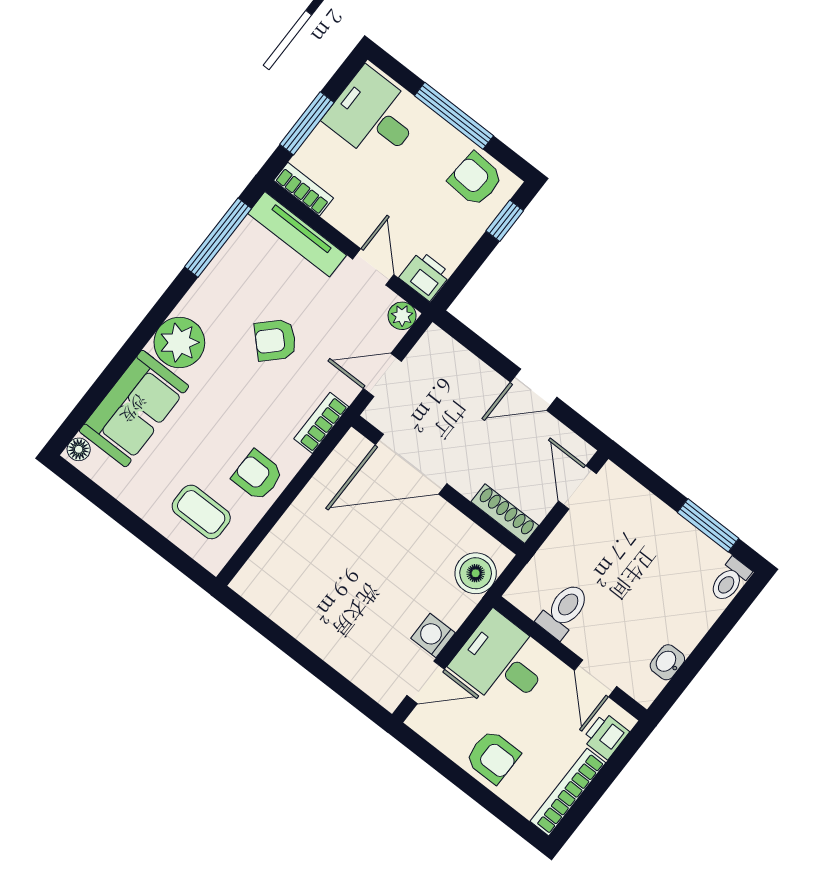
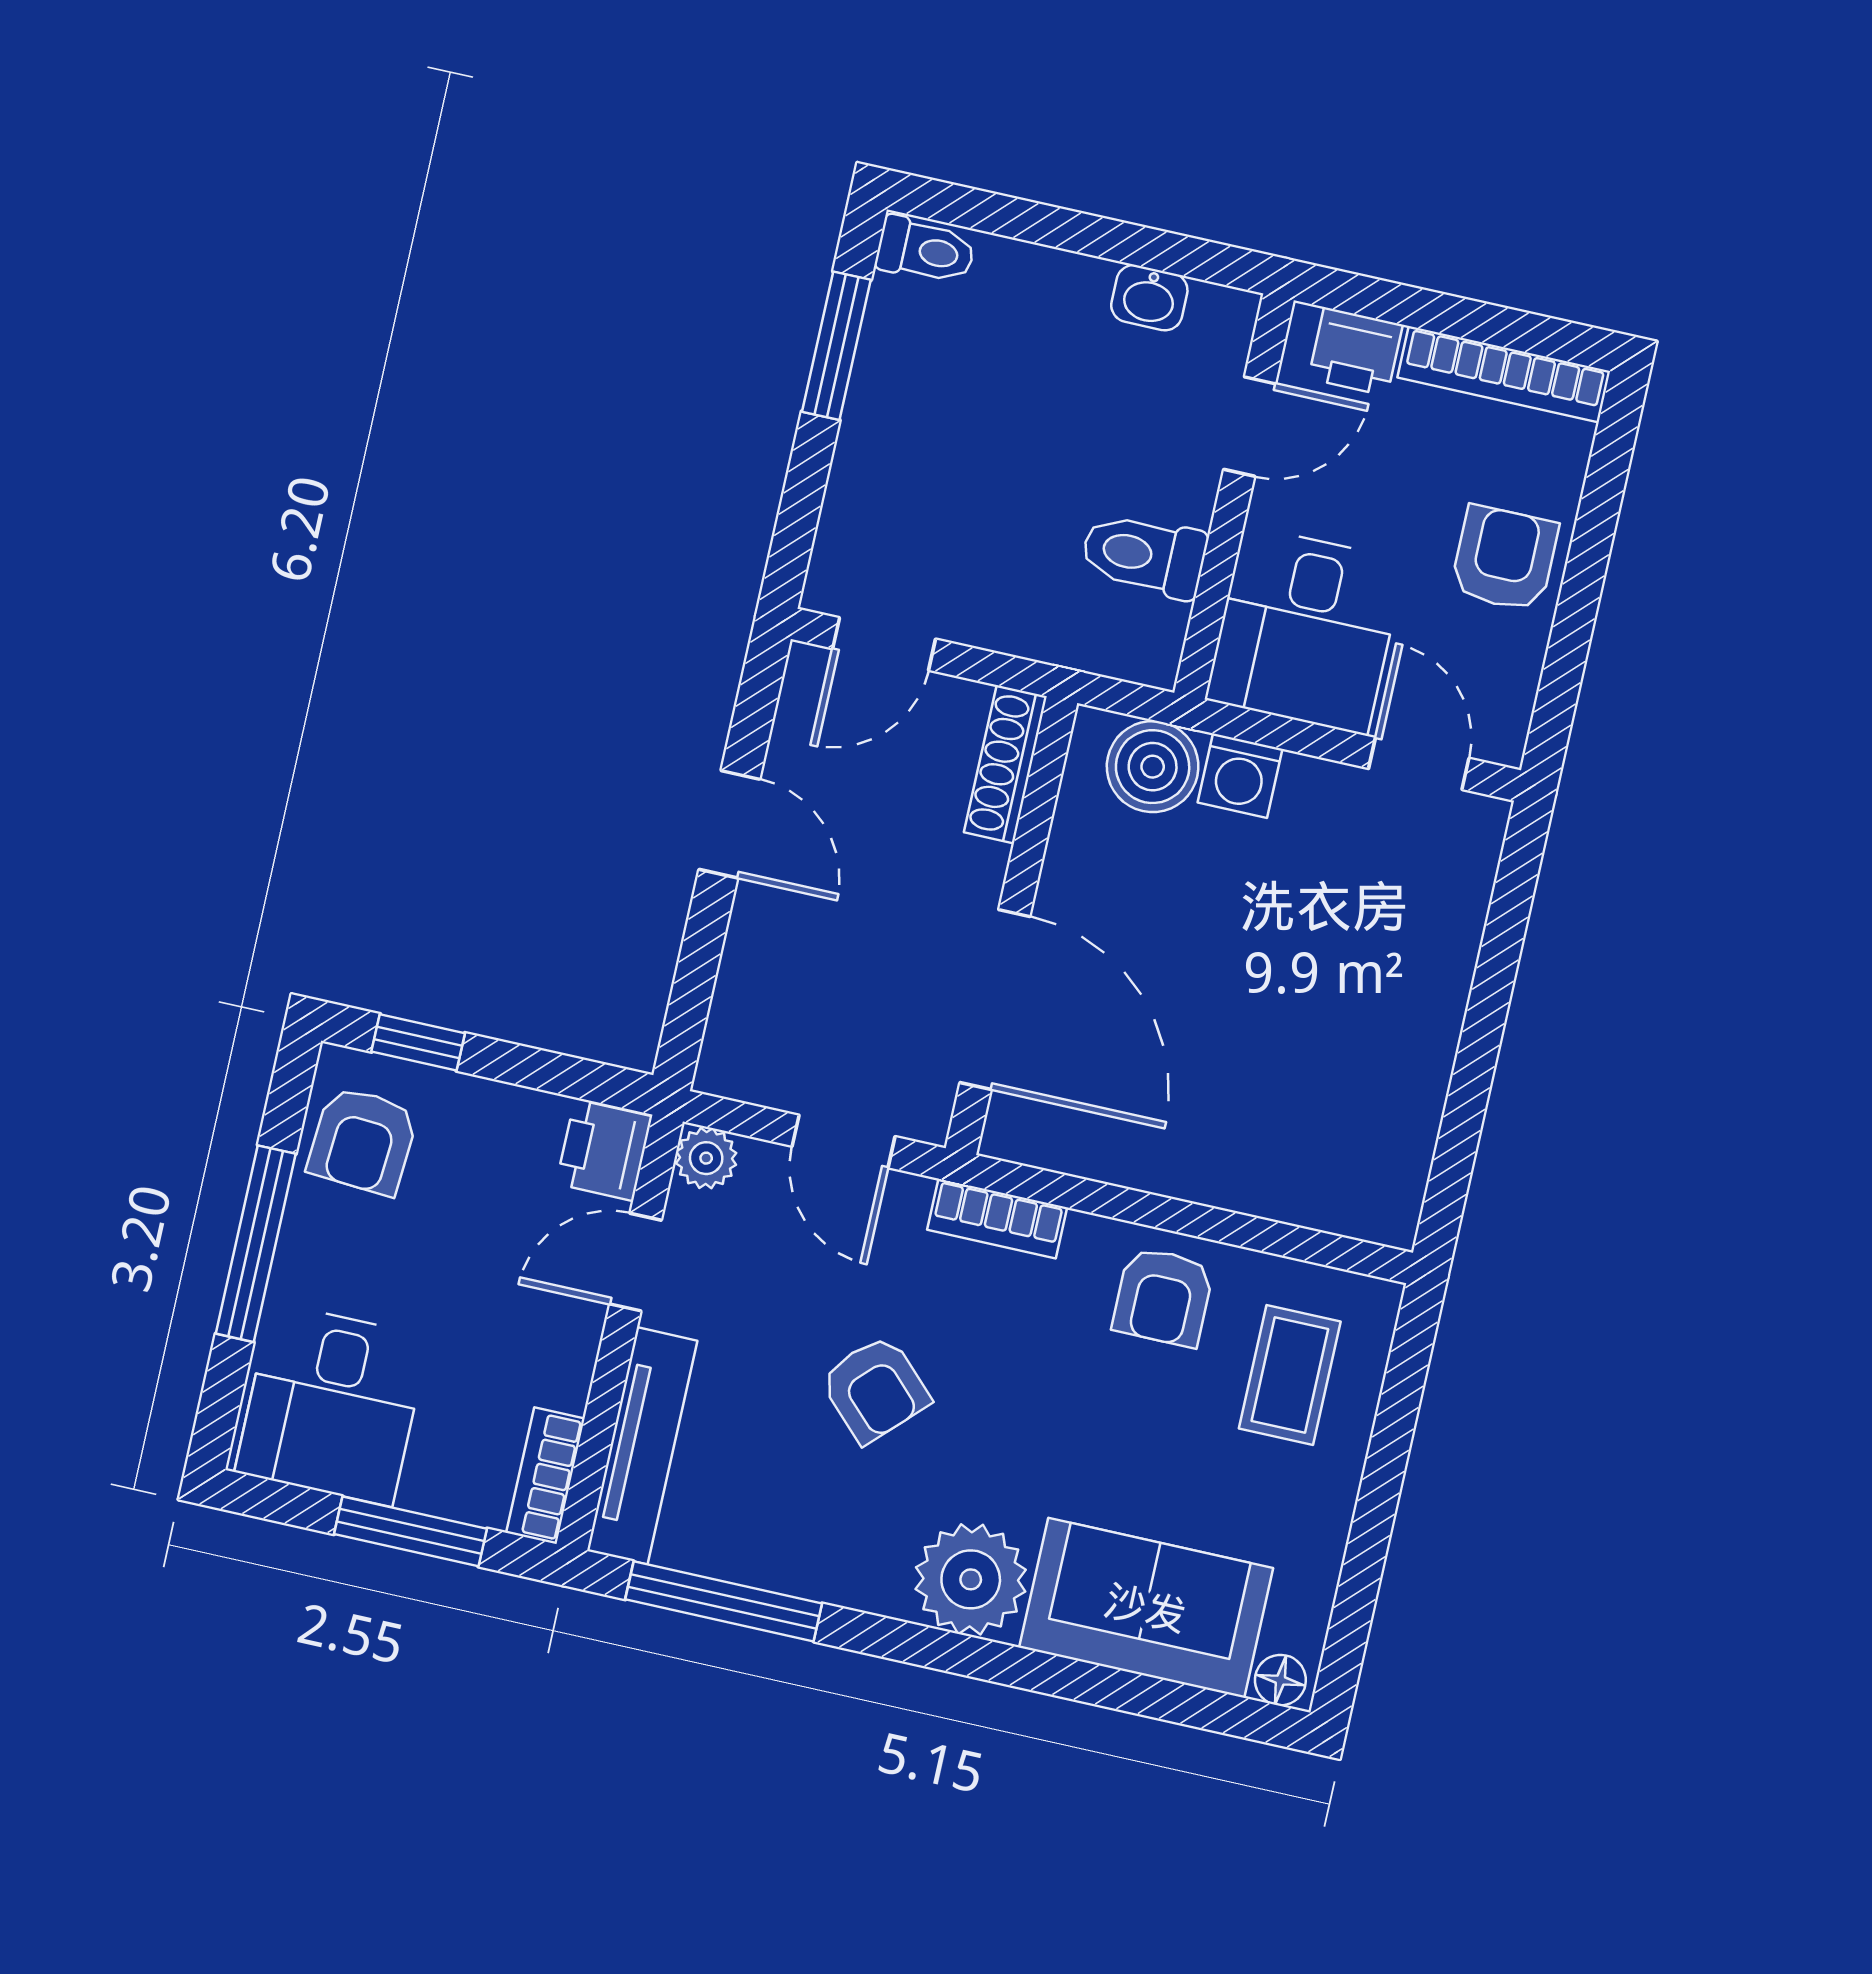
washing machine: (433, 635) -> (1240, 776), moved

